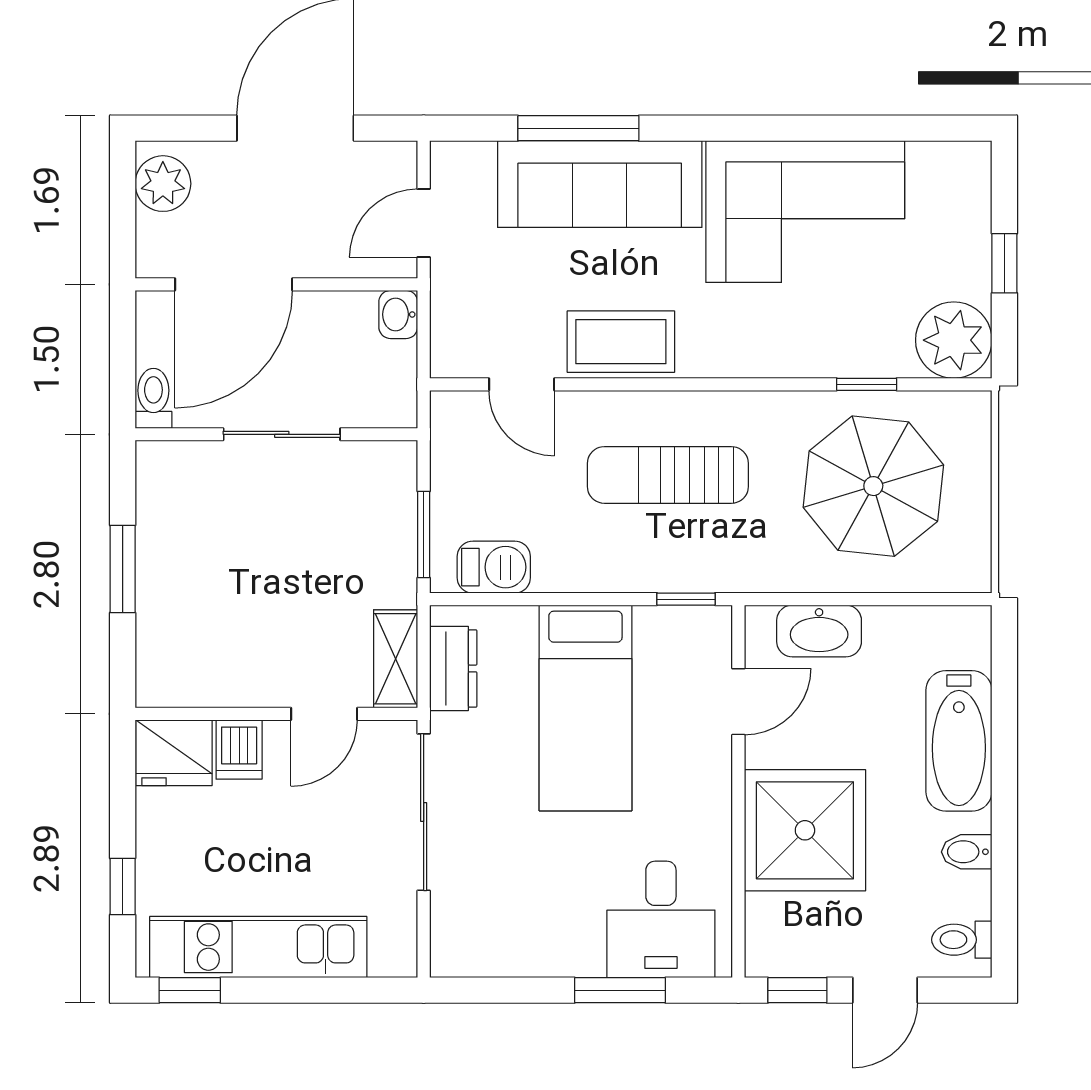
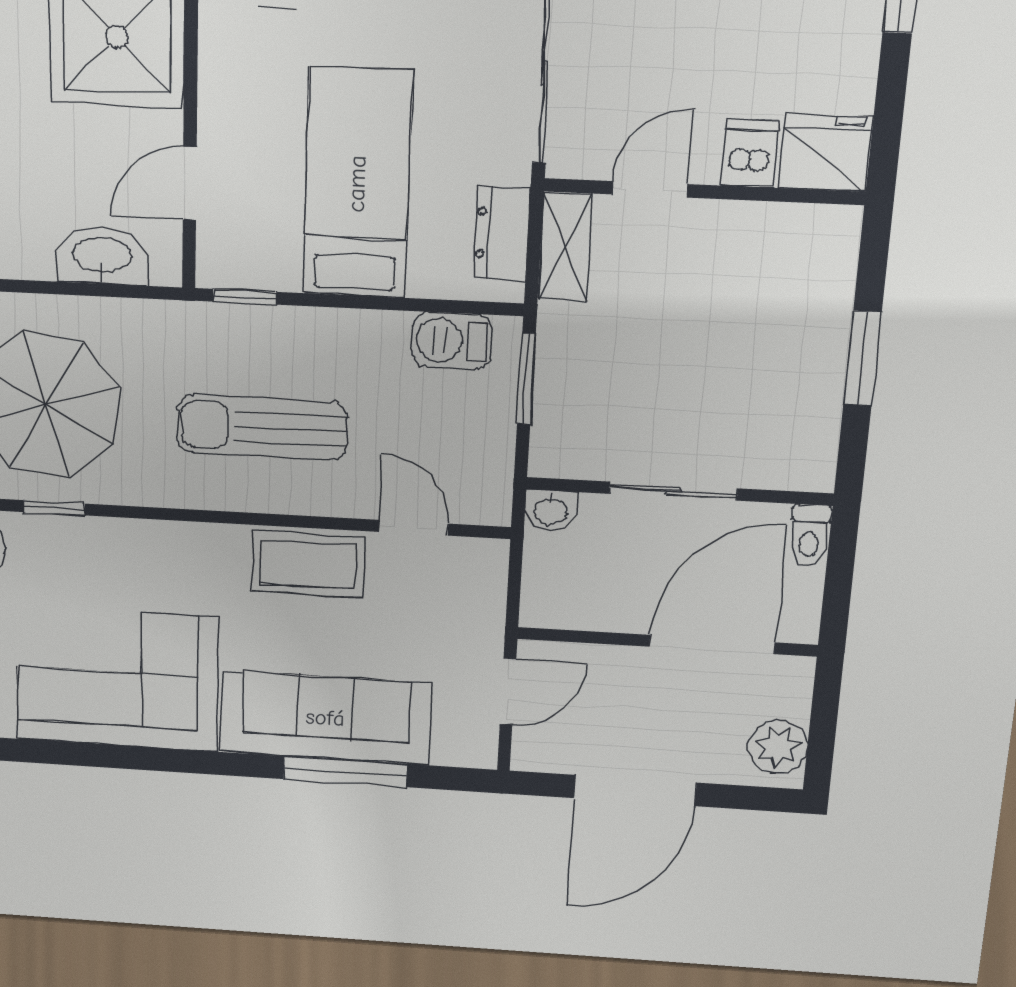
washbasin: (398, 314) -> (551, 511), moved, turned 90
sun lounger: (668, 475) -> (262, 427), turned 180

